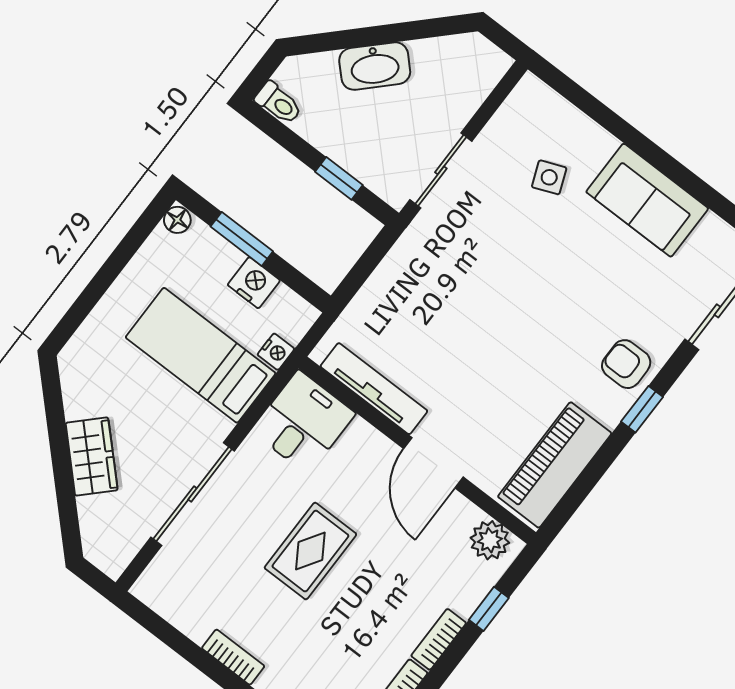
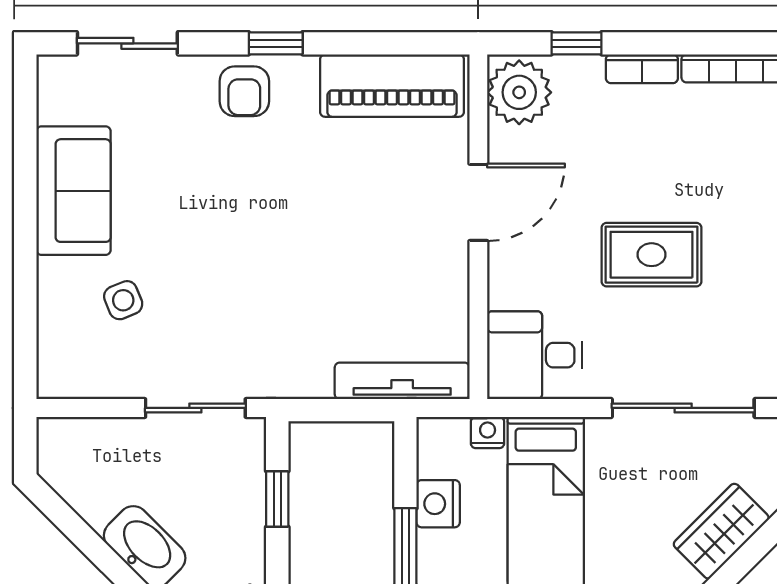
tv unit: (374, 389) -> (402, 381), moved, turned 90
plant: (490, 540) -> (519, 92), width x1.36, depth x1.36

